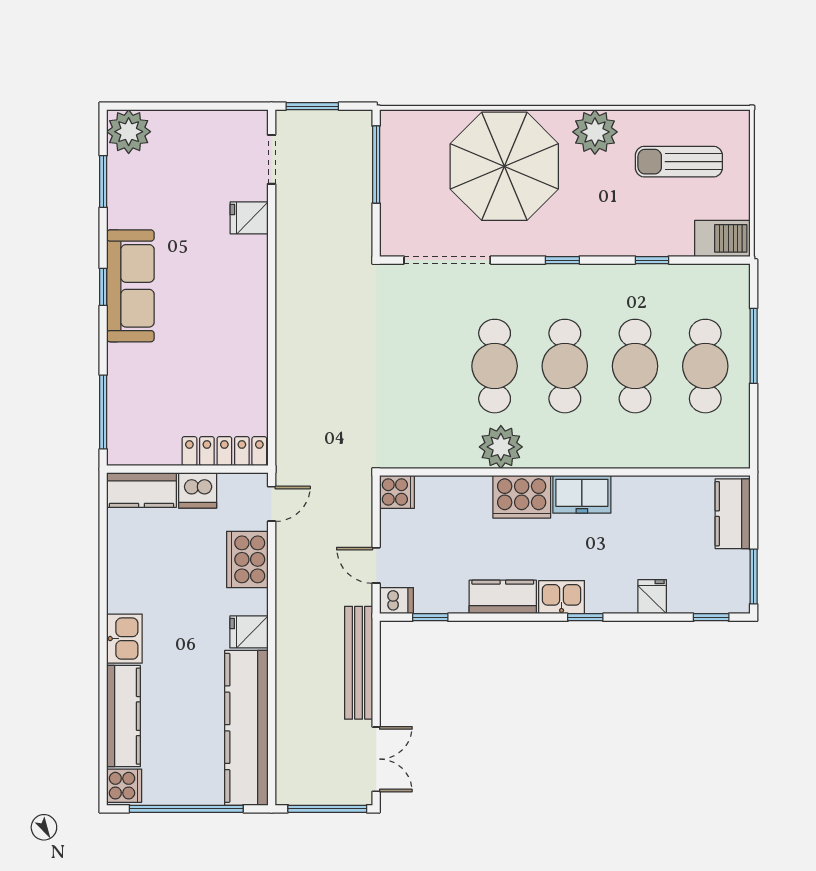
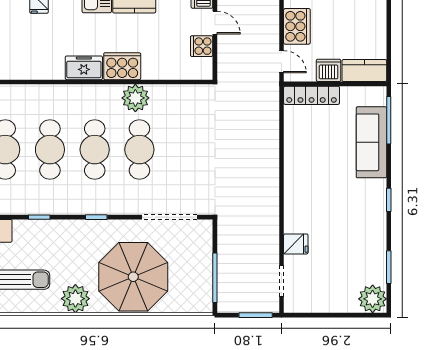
sofa: (130, 286) -> (371, 142), moved
cooker: (397, 492) -> (202, 46), moved
door: (272, 504) -> (281, 62), swing flipped

